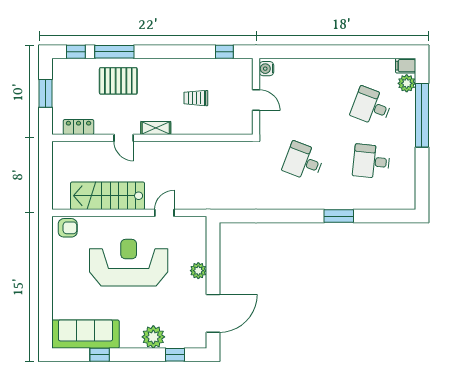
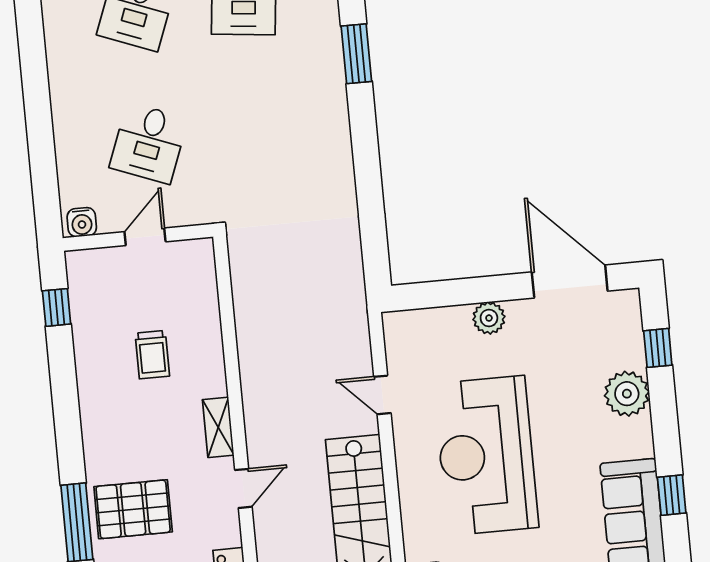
pallet: (118, 81) -> (133, 509), turned 90
desk: (303, 161) -> (149, 143), moved

